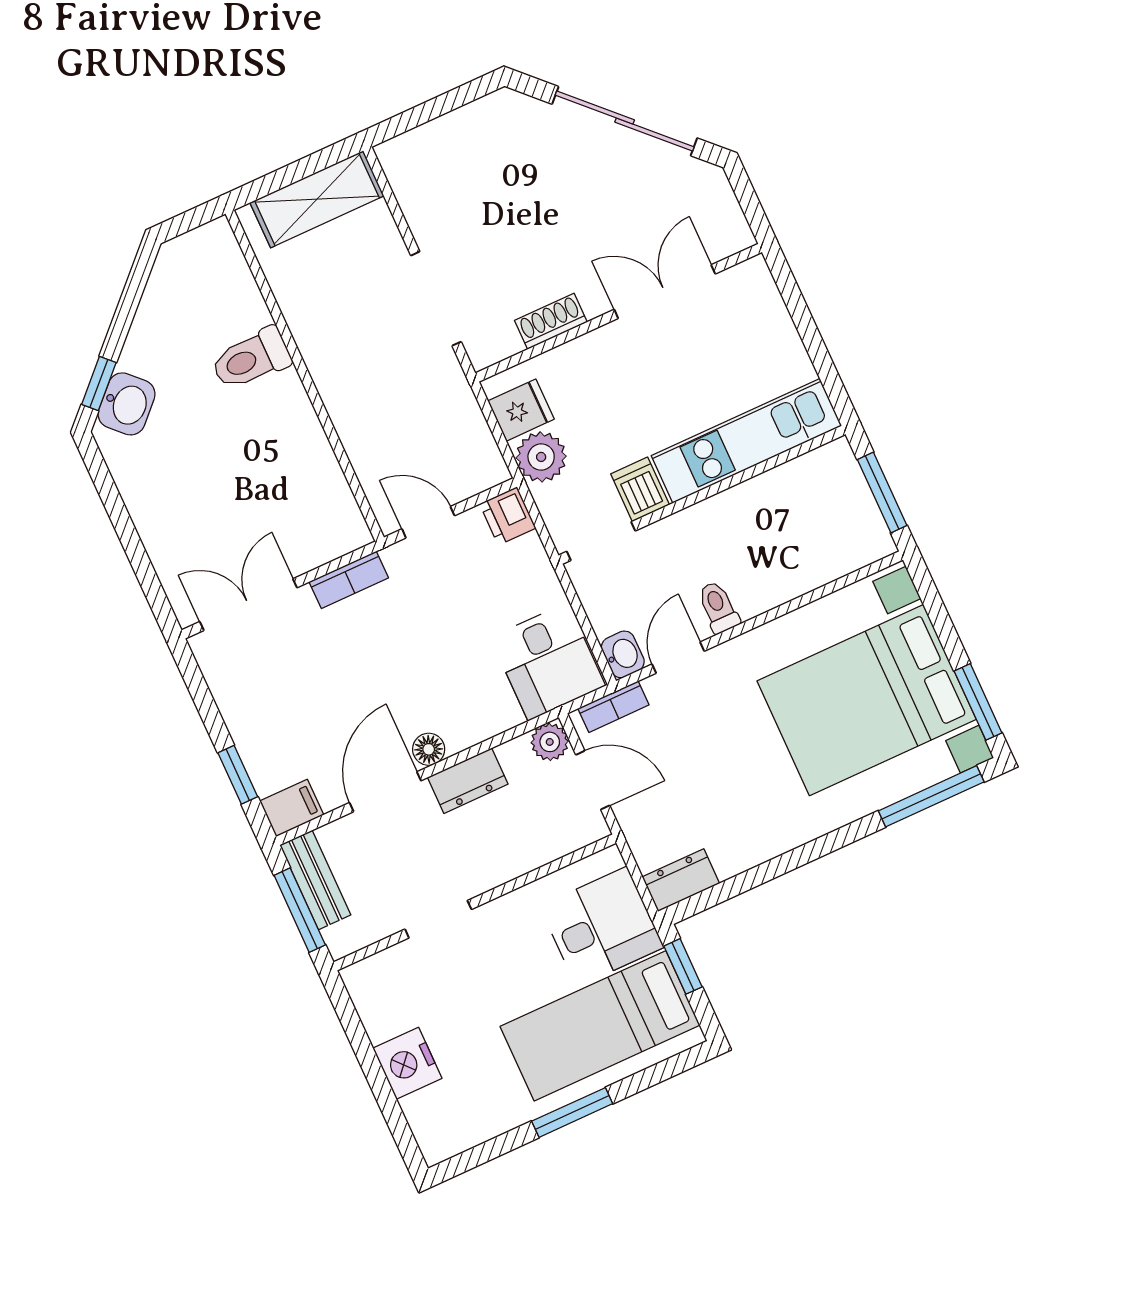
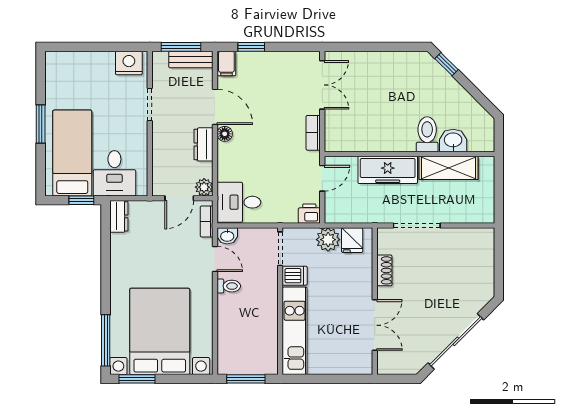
shelving: (317, 199) -> (449, 168), moved, turned 90
freezer: (354, 403) -> (388, 170), added
washbasin: (127, 404) -> (453, 141), moved, turned 135
nightstand: (407, 1063) -> (129, 63), moved

